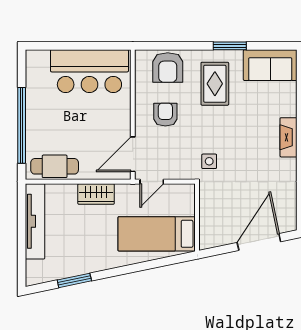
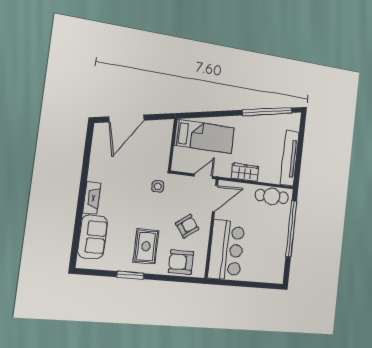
sofa: (270, 65) -> (93, 237), moved, turned 90
armchair: (168, 68) -> (181, 262), turned -90
bar counter: (89, 71) -> (226, 250), moved, turned 90
armchair: (165, 115) -> (187, 226), turned -126
window: (74, 280) -> (267, 111), width x2.11

